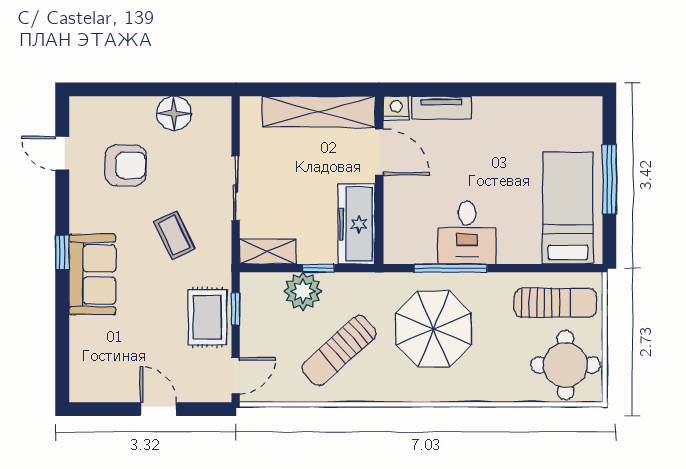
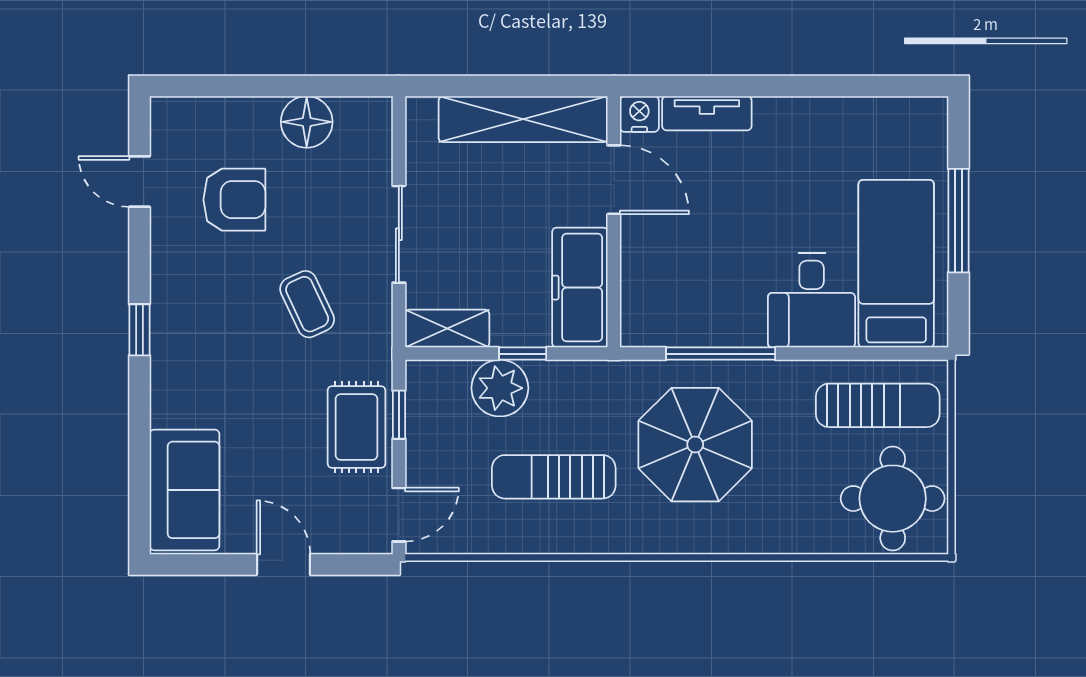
desk: (467, 233) -> (812, 300), moved
sofa: (92, 274) -> (184, 490), moved
sun lounger: (339, 351) -> (554, 477), turned 42

